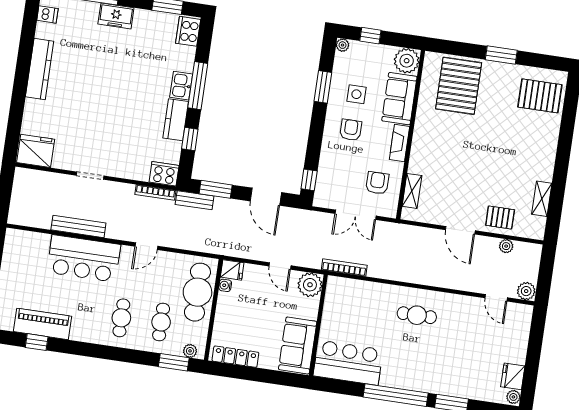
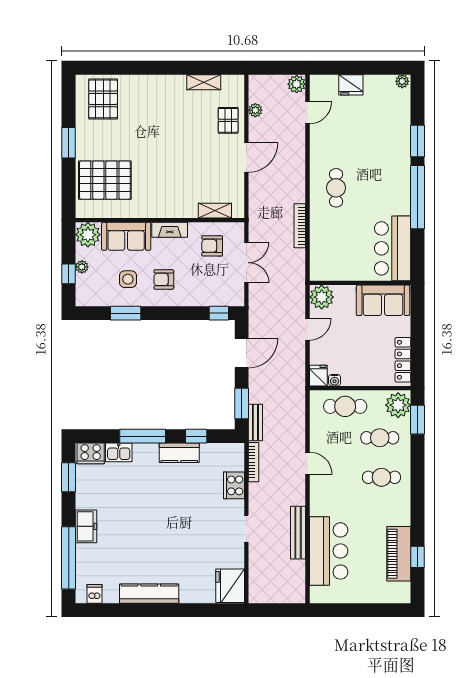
plant: (342, 45) -> (82, 267), moved
kitchen sink: (181, 86) -> (119, 452), moved
cooker: (164, 174) -> (234, 485), moved
bar counter: (84, 258) -> (329, 551), moved
bookcase: (344, 268) -> (300, 226), moved
cafe table: (197, 292) -> (345, 406), width x0.73, depth x0.74
plant: (190, 351) -> (398, 405), width x1.88, depth x1.88
fridge: (513, 376) -> (351, 85), moved

